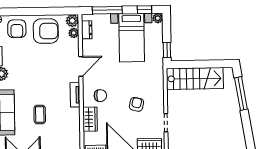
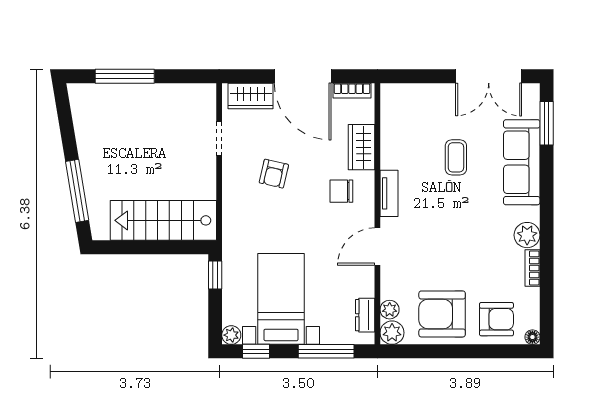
armchair: (17, 29) -> (496, 319), turned 90

